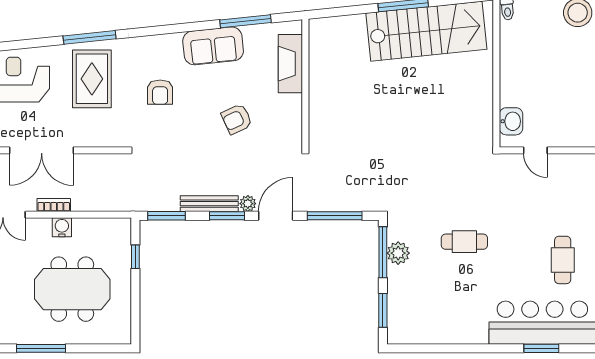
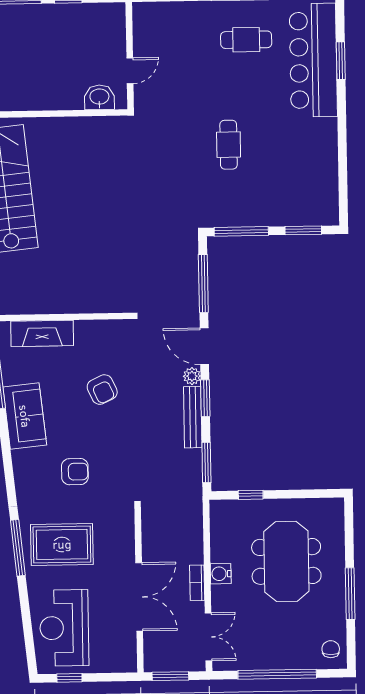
plant: (398, 253) -> (242, 215), removed

